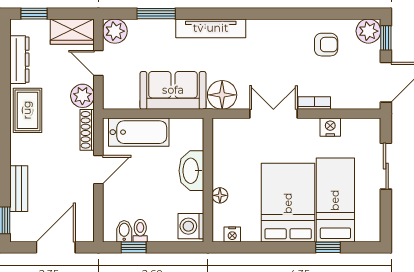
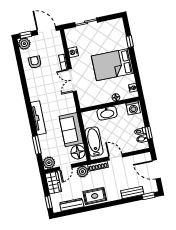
floor lamp: (222, 95) -> (78, 152), moved
bed: (335, 200) -> (107, 43), removed

